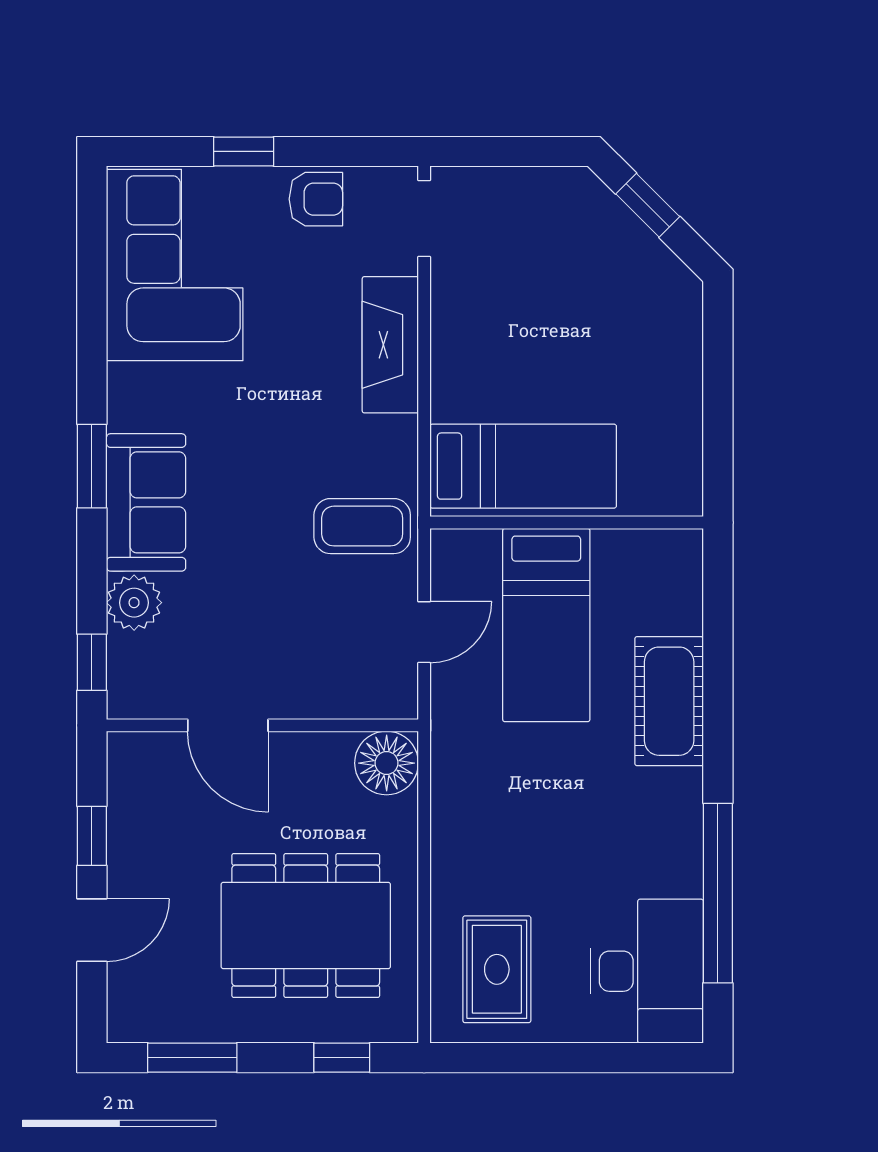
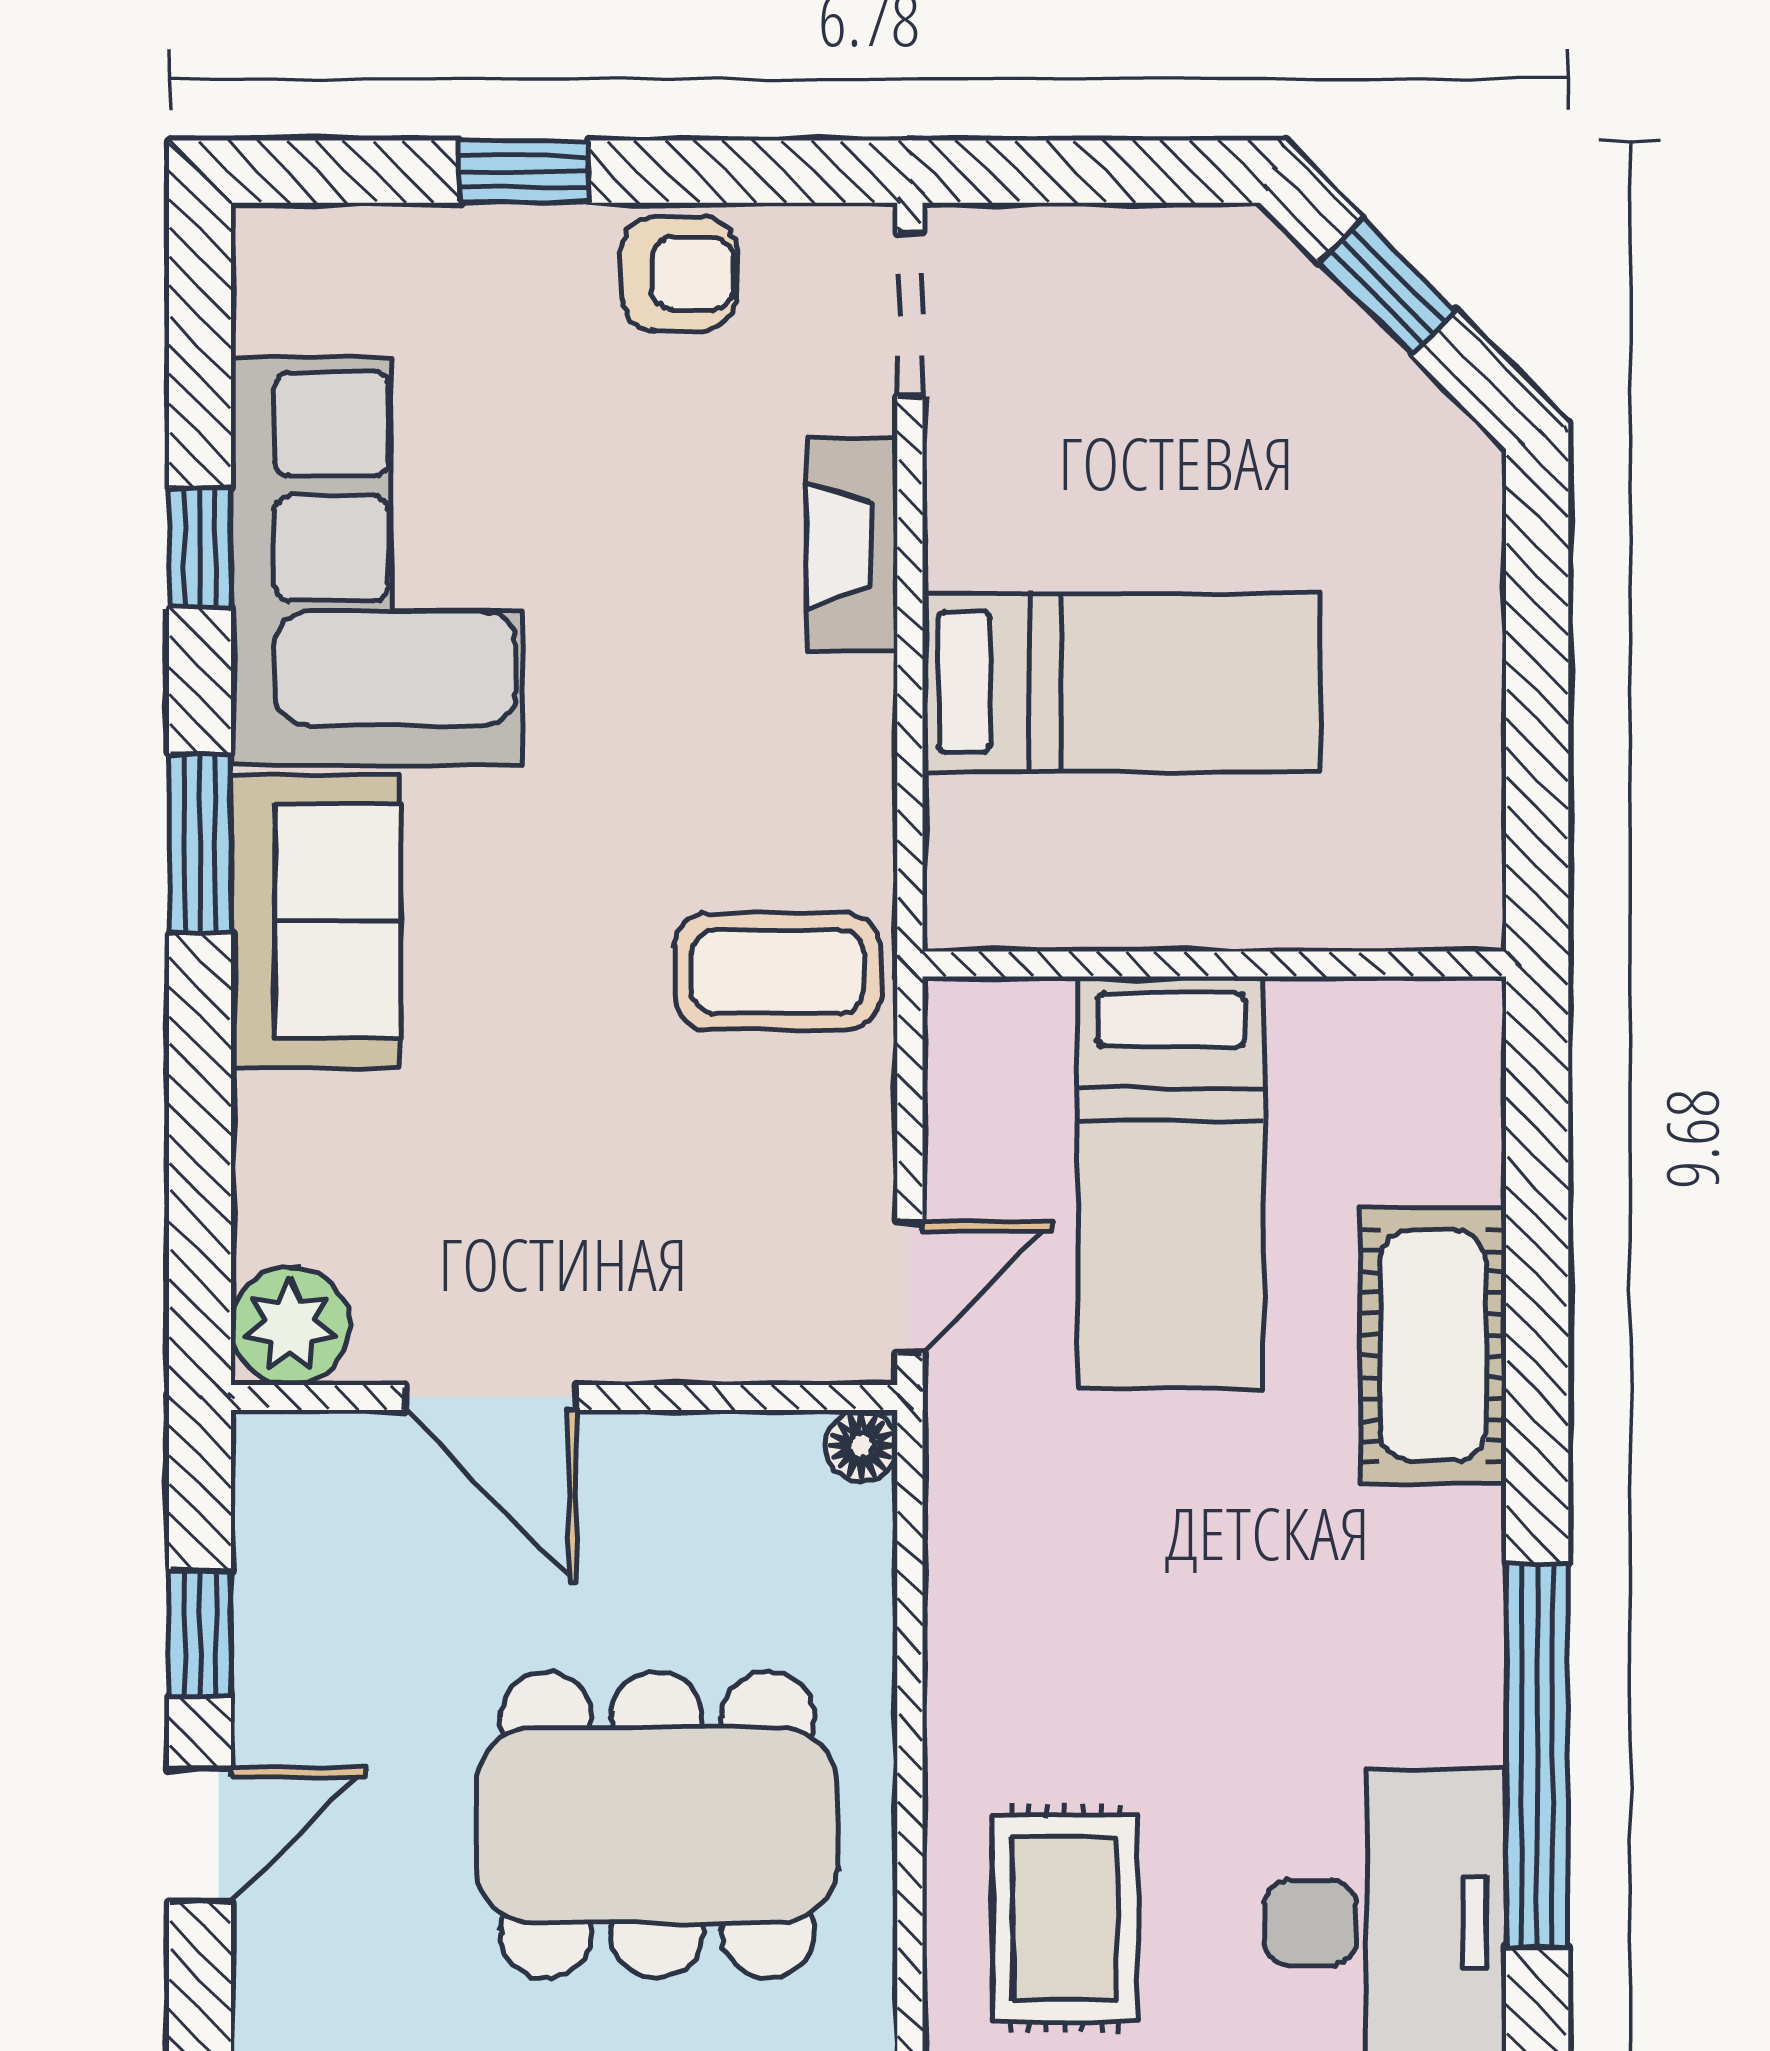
corner sofa: (175, 265) -> (377, 562), moved
fireplace: (390, 345) -> (852, 545), width x0.73, depth x0.76
bed: (523, 466) -> (1121, 682), moved
plant: (134, 603) -> (290, 1326), moved
door: (424, 632) -> (910, 1287), moved
window: (92, 662) -> (200, 547), moved
floor lamp: (387, 763) -> (861, 1446), width x0.53, depth x0.53

